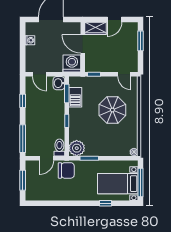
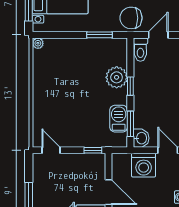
washing machine: (72, 63) -> (144, 165), moved
parasol: (112, 110) -> (68, 101), removed
plant: (77, 148) -> (117, 77), moved

